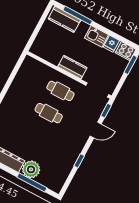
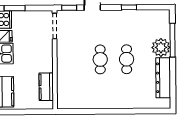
kitchen counter: (72, 67) -> (46, 87), moved
cafe table: (60, 91) -> (127, 59), moved

